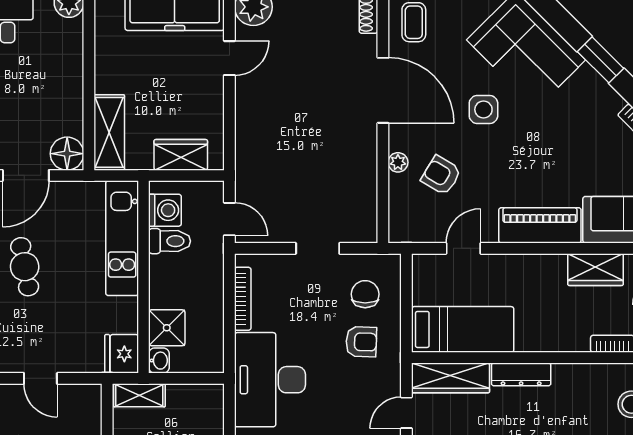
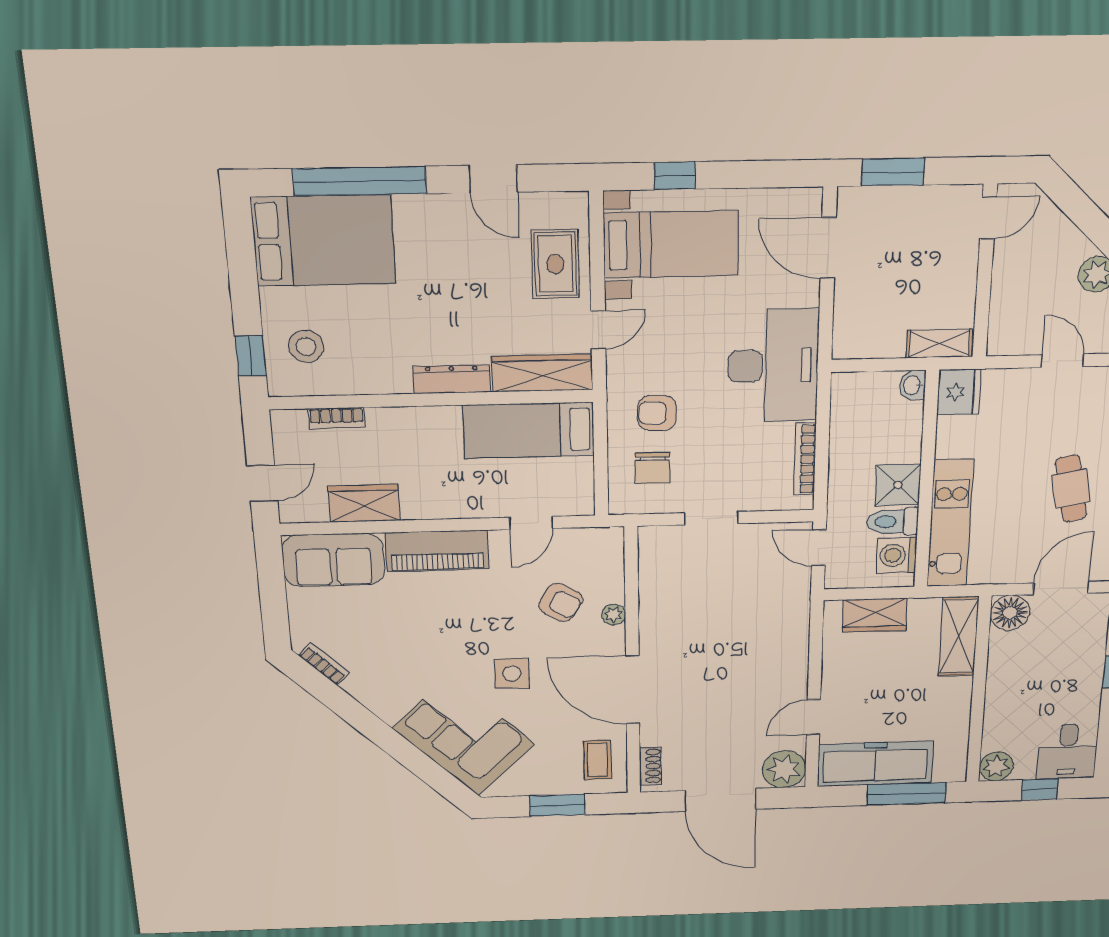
window: (600, 60) -> (374, 729), removed
shower: (167, 328) -> (898, 485), moved

